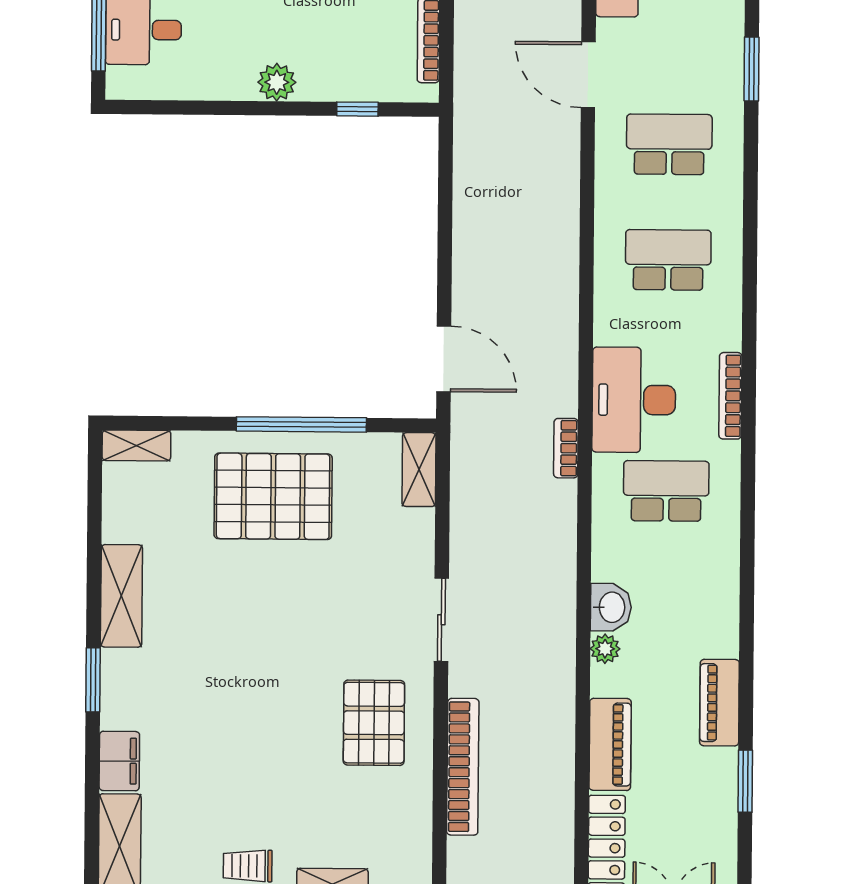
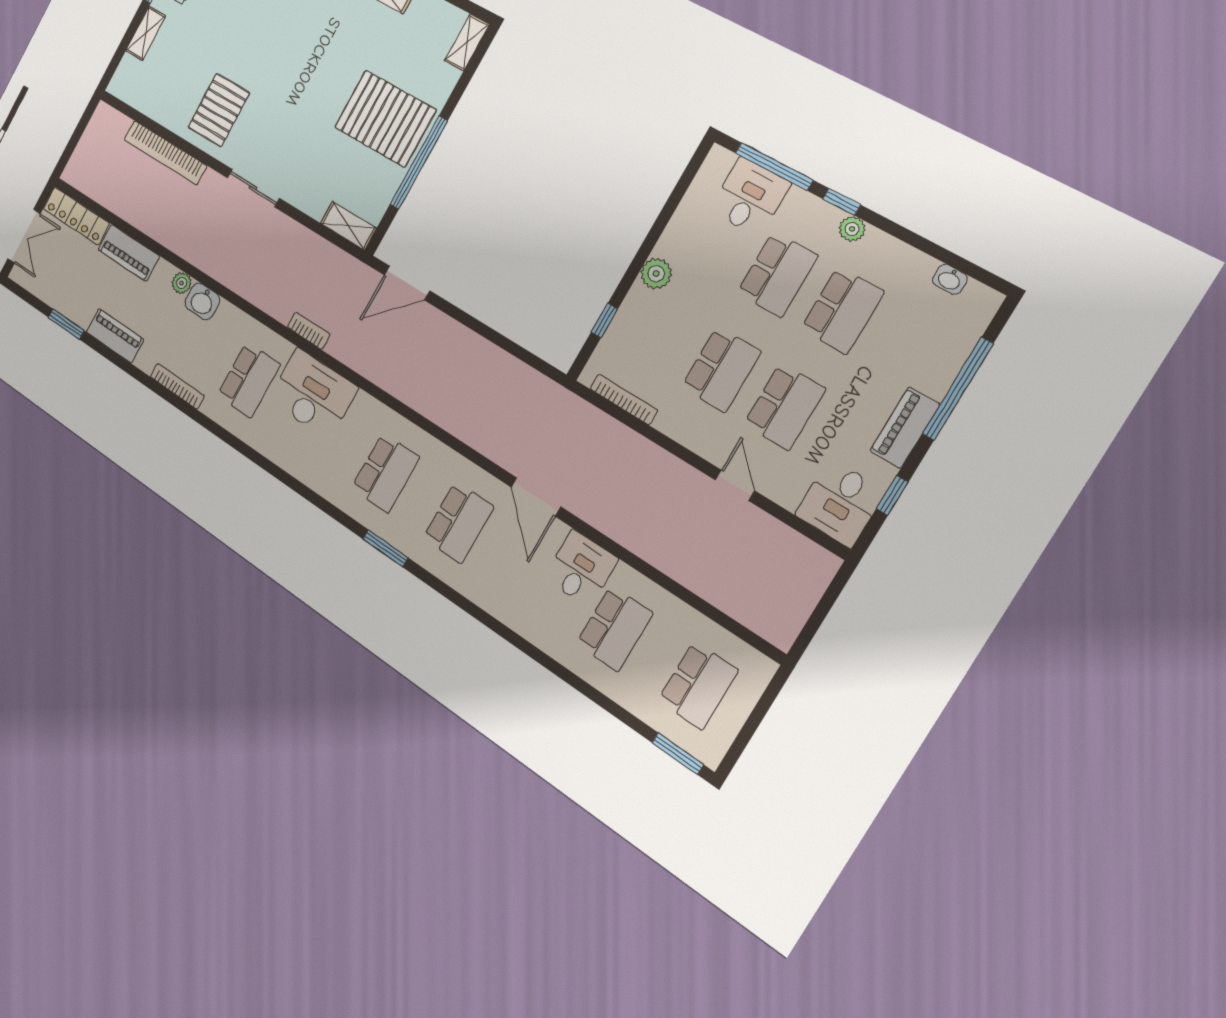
window: (751, 69) -> (385, 548), moved
door: (588, 75) -> (536, 497), swing flipped
bookcase: (730, 396) -> (177, 386), moved
pallet: (273, 496) -> (385, 119), turned 90
pallet: (374, 723) -> (219, 110), turned 90

